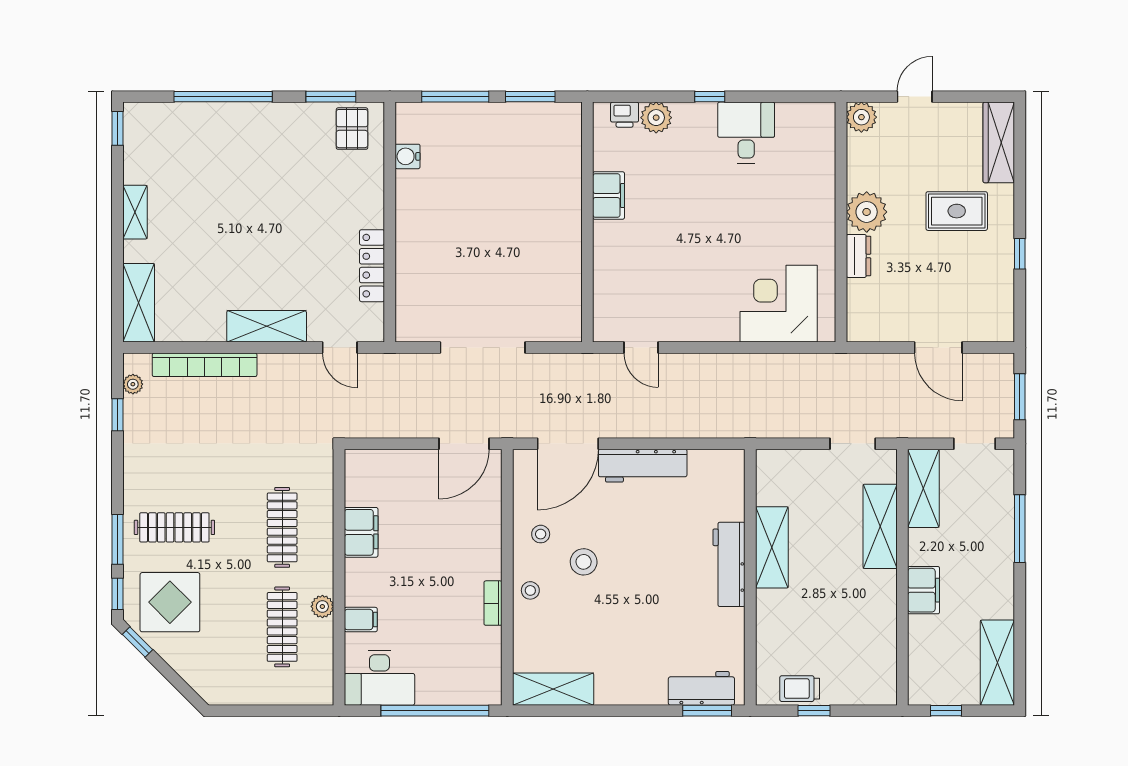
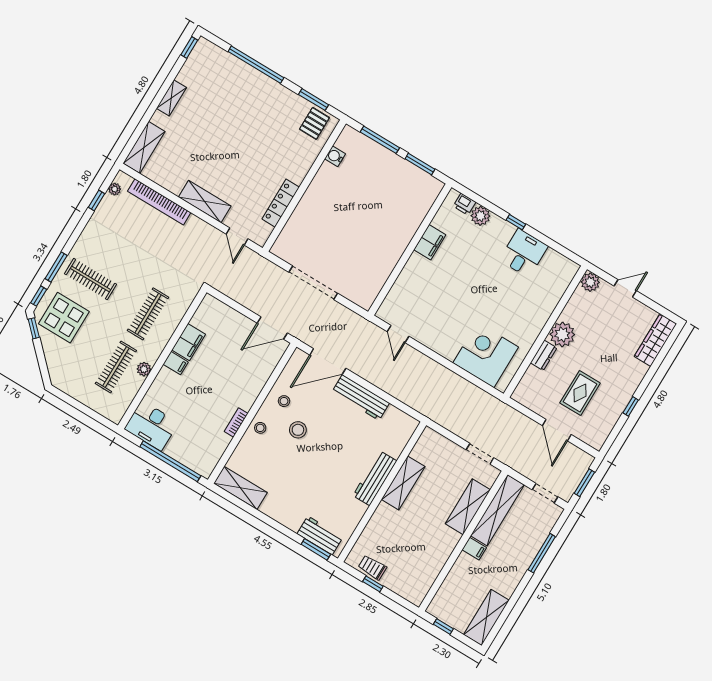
rug: (957, 211) -> (580, 393), moved, turned 90
shelving: (923, 488) -> (497, 510), width x1.47
filing cabinet: (924, 590) -> (474, 549), width x0.50
filing cabinet: (361, 620) -> (176, 363), moved

